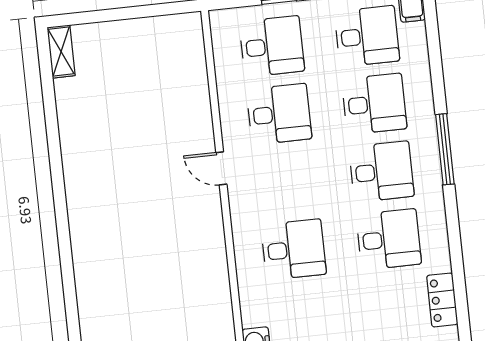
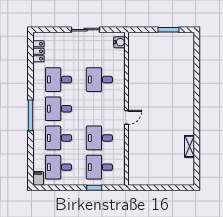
shelving: (61, 51) -> (189, 146), moved
door: (221, 168) -> (127, 117), hinge flipped

